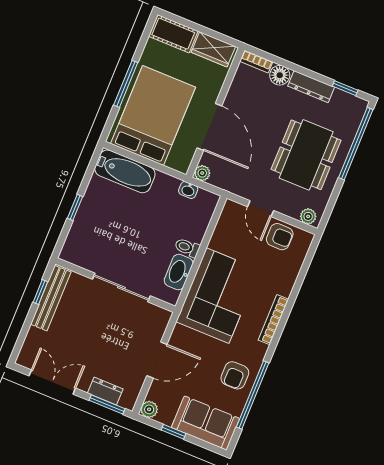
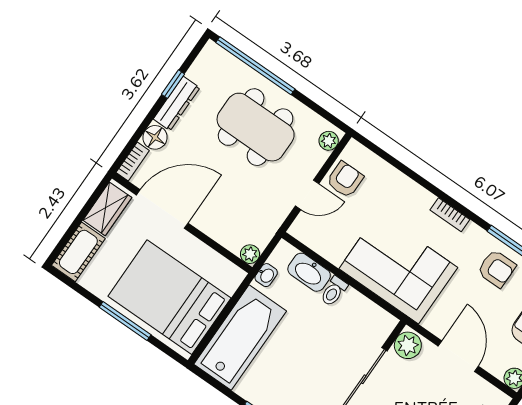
window: (345, 88) -> (173, 84), moved
door: (209, 127) -> (162, 209), moved
bathtub: (125, 171) -> (240, 338), width x1.36, depth x1.36
washbasin: (179, 272) -> (309, 272), moved
plant: (157, 317) -> (408, 345), added
bookcase: (273, 320) -> (450, 215), width x0.64

